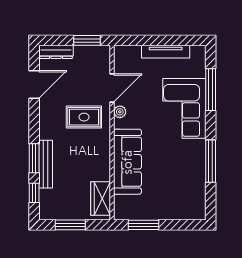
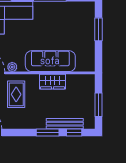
bench: (46, 164) -> (65, 124), moved
wardrobe: (101, 199) -> (53, 82), moved
window: (143, 225) -> (99, 29), moved

